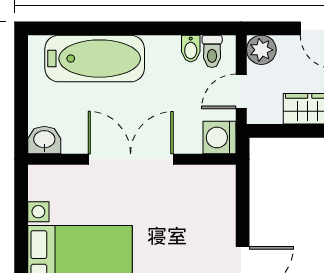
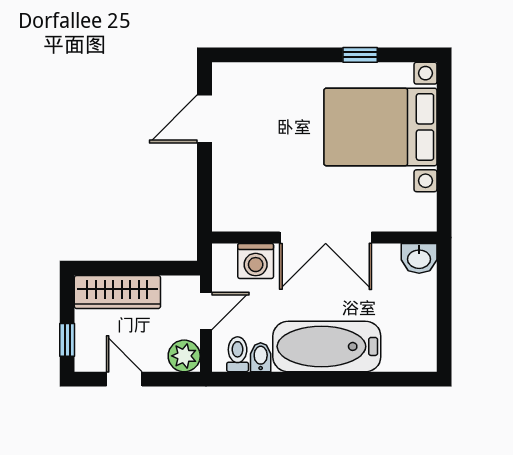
bathtub: (95, 59) -> (327, 346), moved
washing machine: (219, 138) -> (256, 261), moved, turned 90

